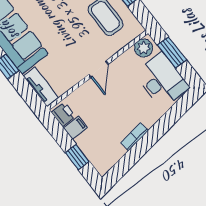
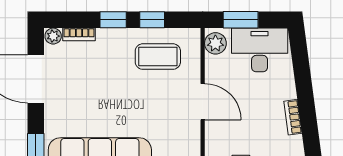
door: (99, 69) -> (203, 102), width x1.38

